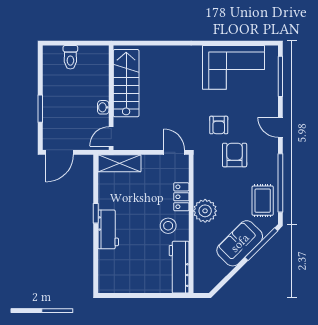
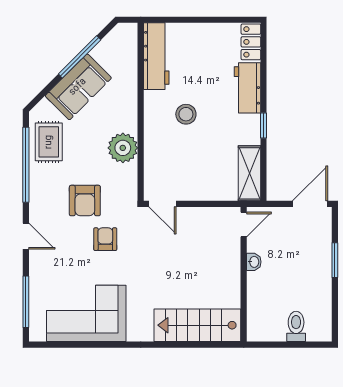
stairs: (126, 83) -> (197, 325), moved, turned 90
shelving: (119, 163) -> (249, 173), moved, turned 90
locker: (181, 197) -> (251, 42), moved, turned 180
plant: (205, 211) -> (123, 148), moved
stool: (168, 226) -> (186, 114), moved
workbench: (108, 229) -> (247, 88), moved
window: (261, 244) -> (80, 57), moved

